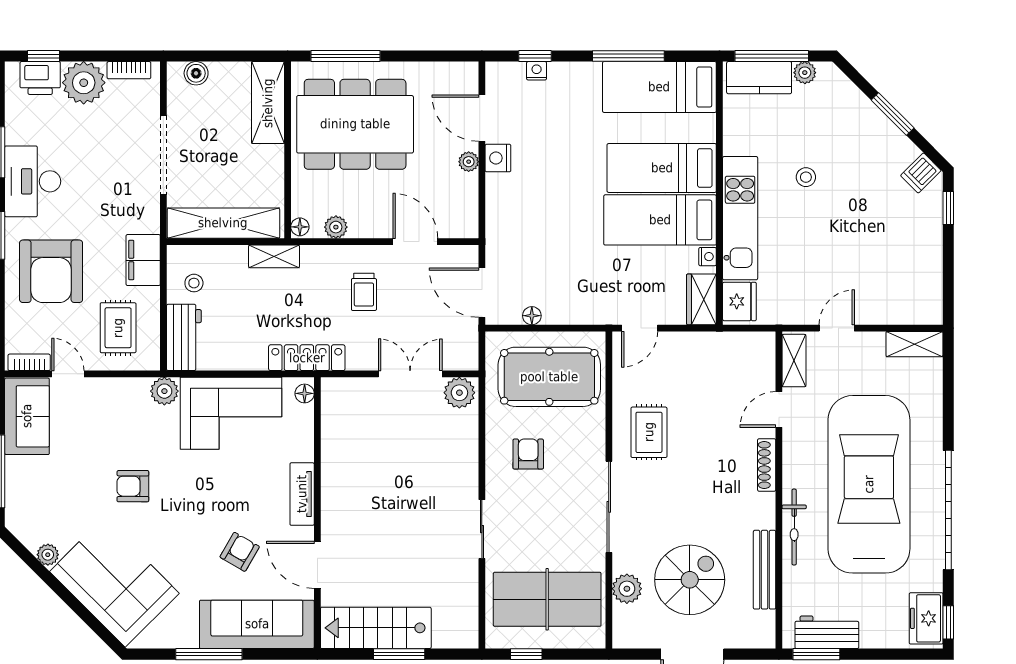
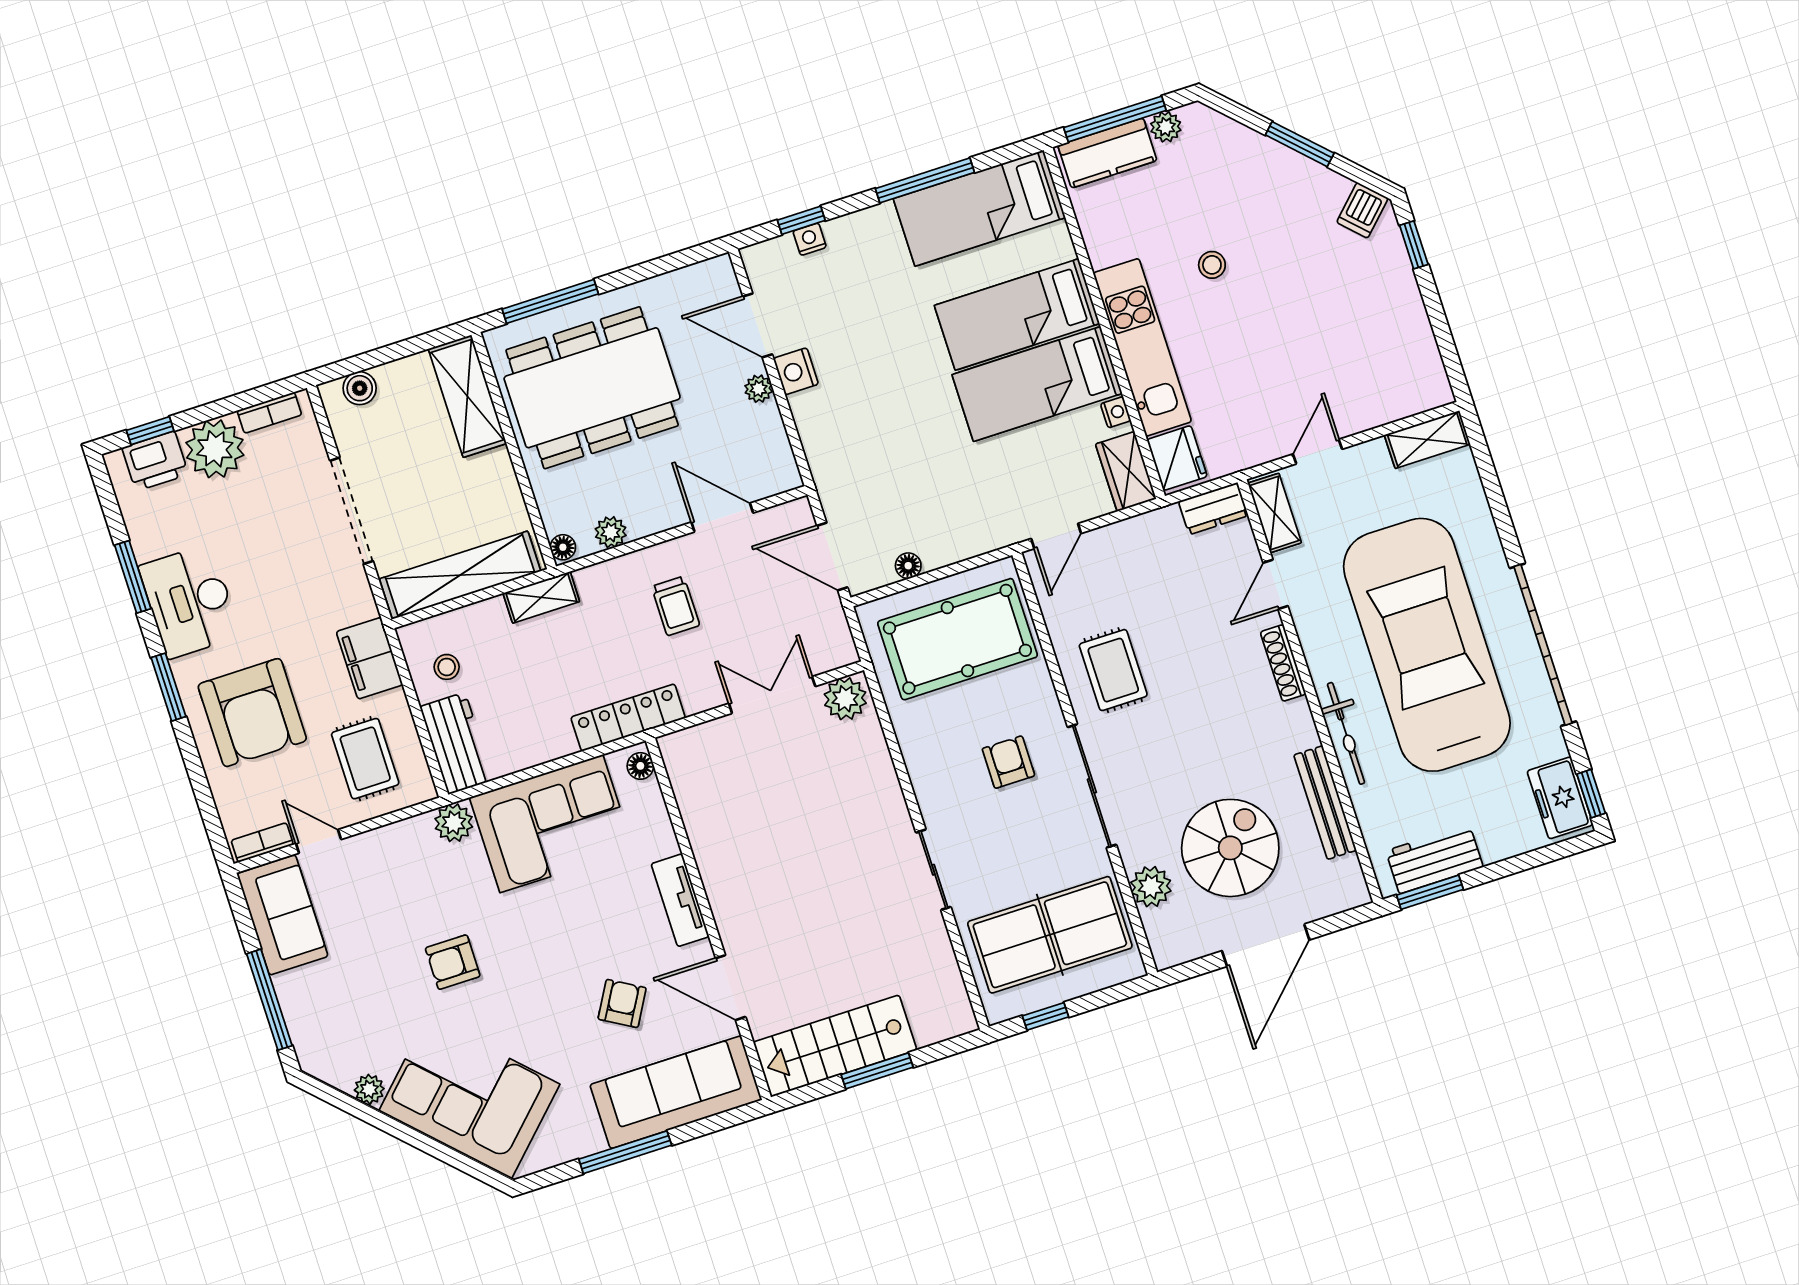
dresser: (753, 344) -> (1213, 508), added
armchair: (528, 454) -> (1008, 762), moved

